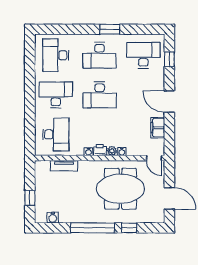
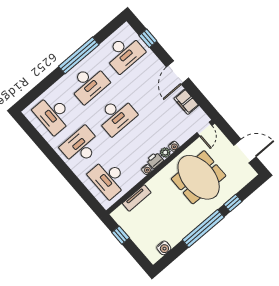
window: (110, 29) -> (79, 55), width x2.11
desk: (143, 55) -> (124, 53), turned 180
door: (169, 102) -> (177, 73), hinge flipped
desk: (56, 134) -> (108, 178), turned 180
door: (154, 158) -> (204, 129), hinge flipped
meeting table: (120, 189) -> (199, 177), turned 90
window: (30, 198) -> (121, 235), moved

